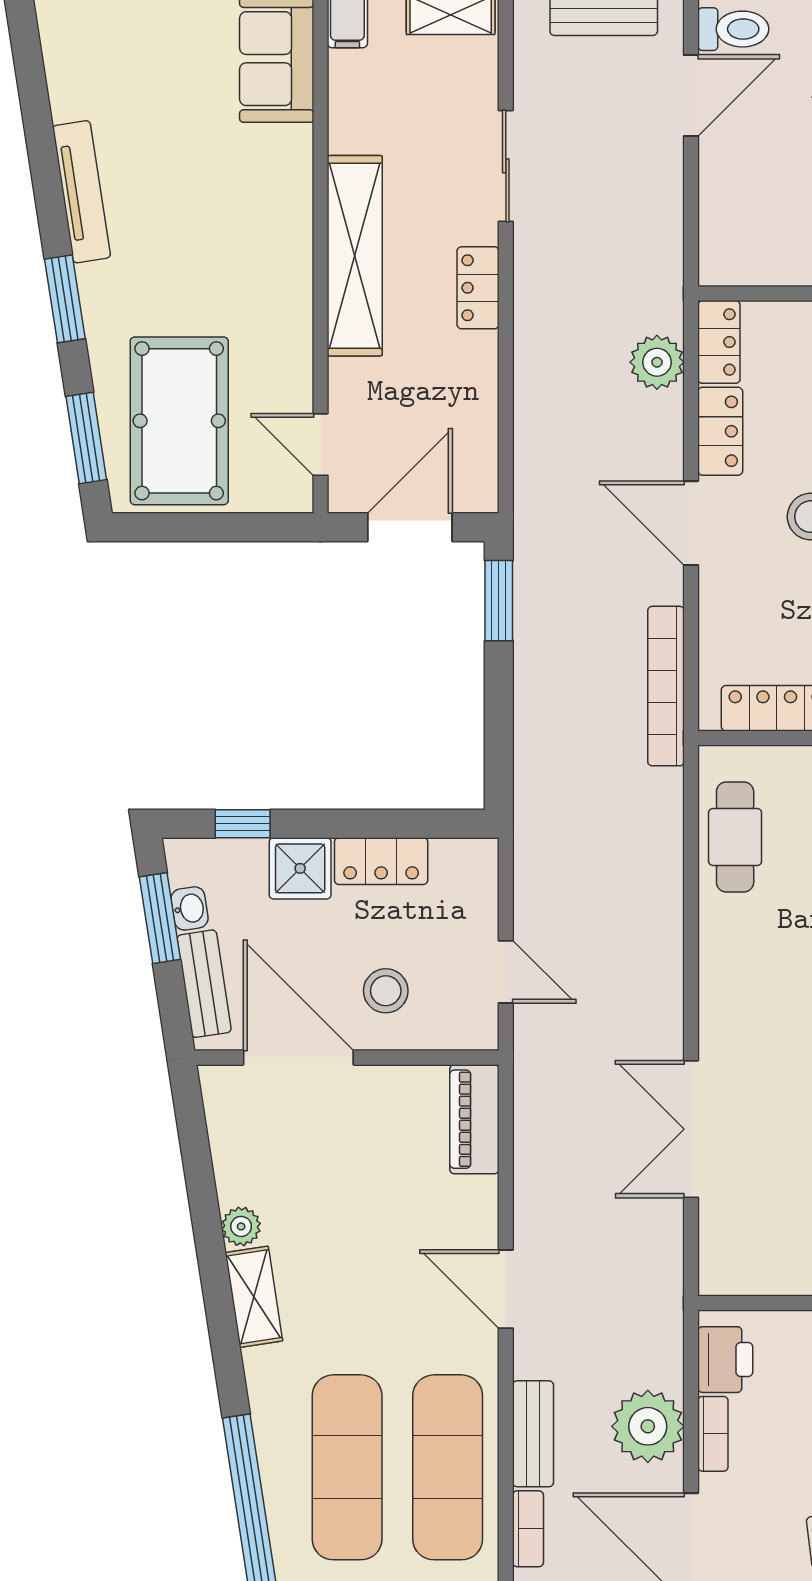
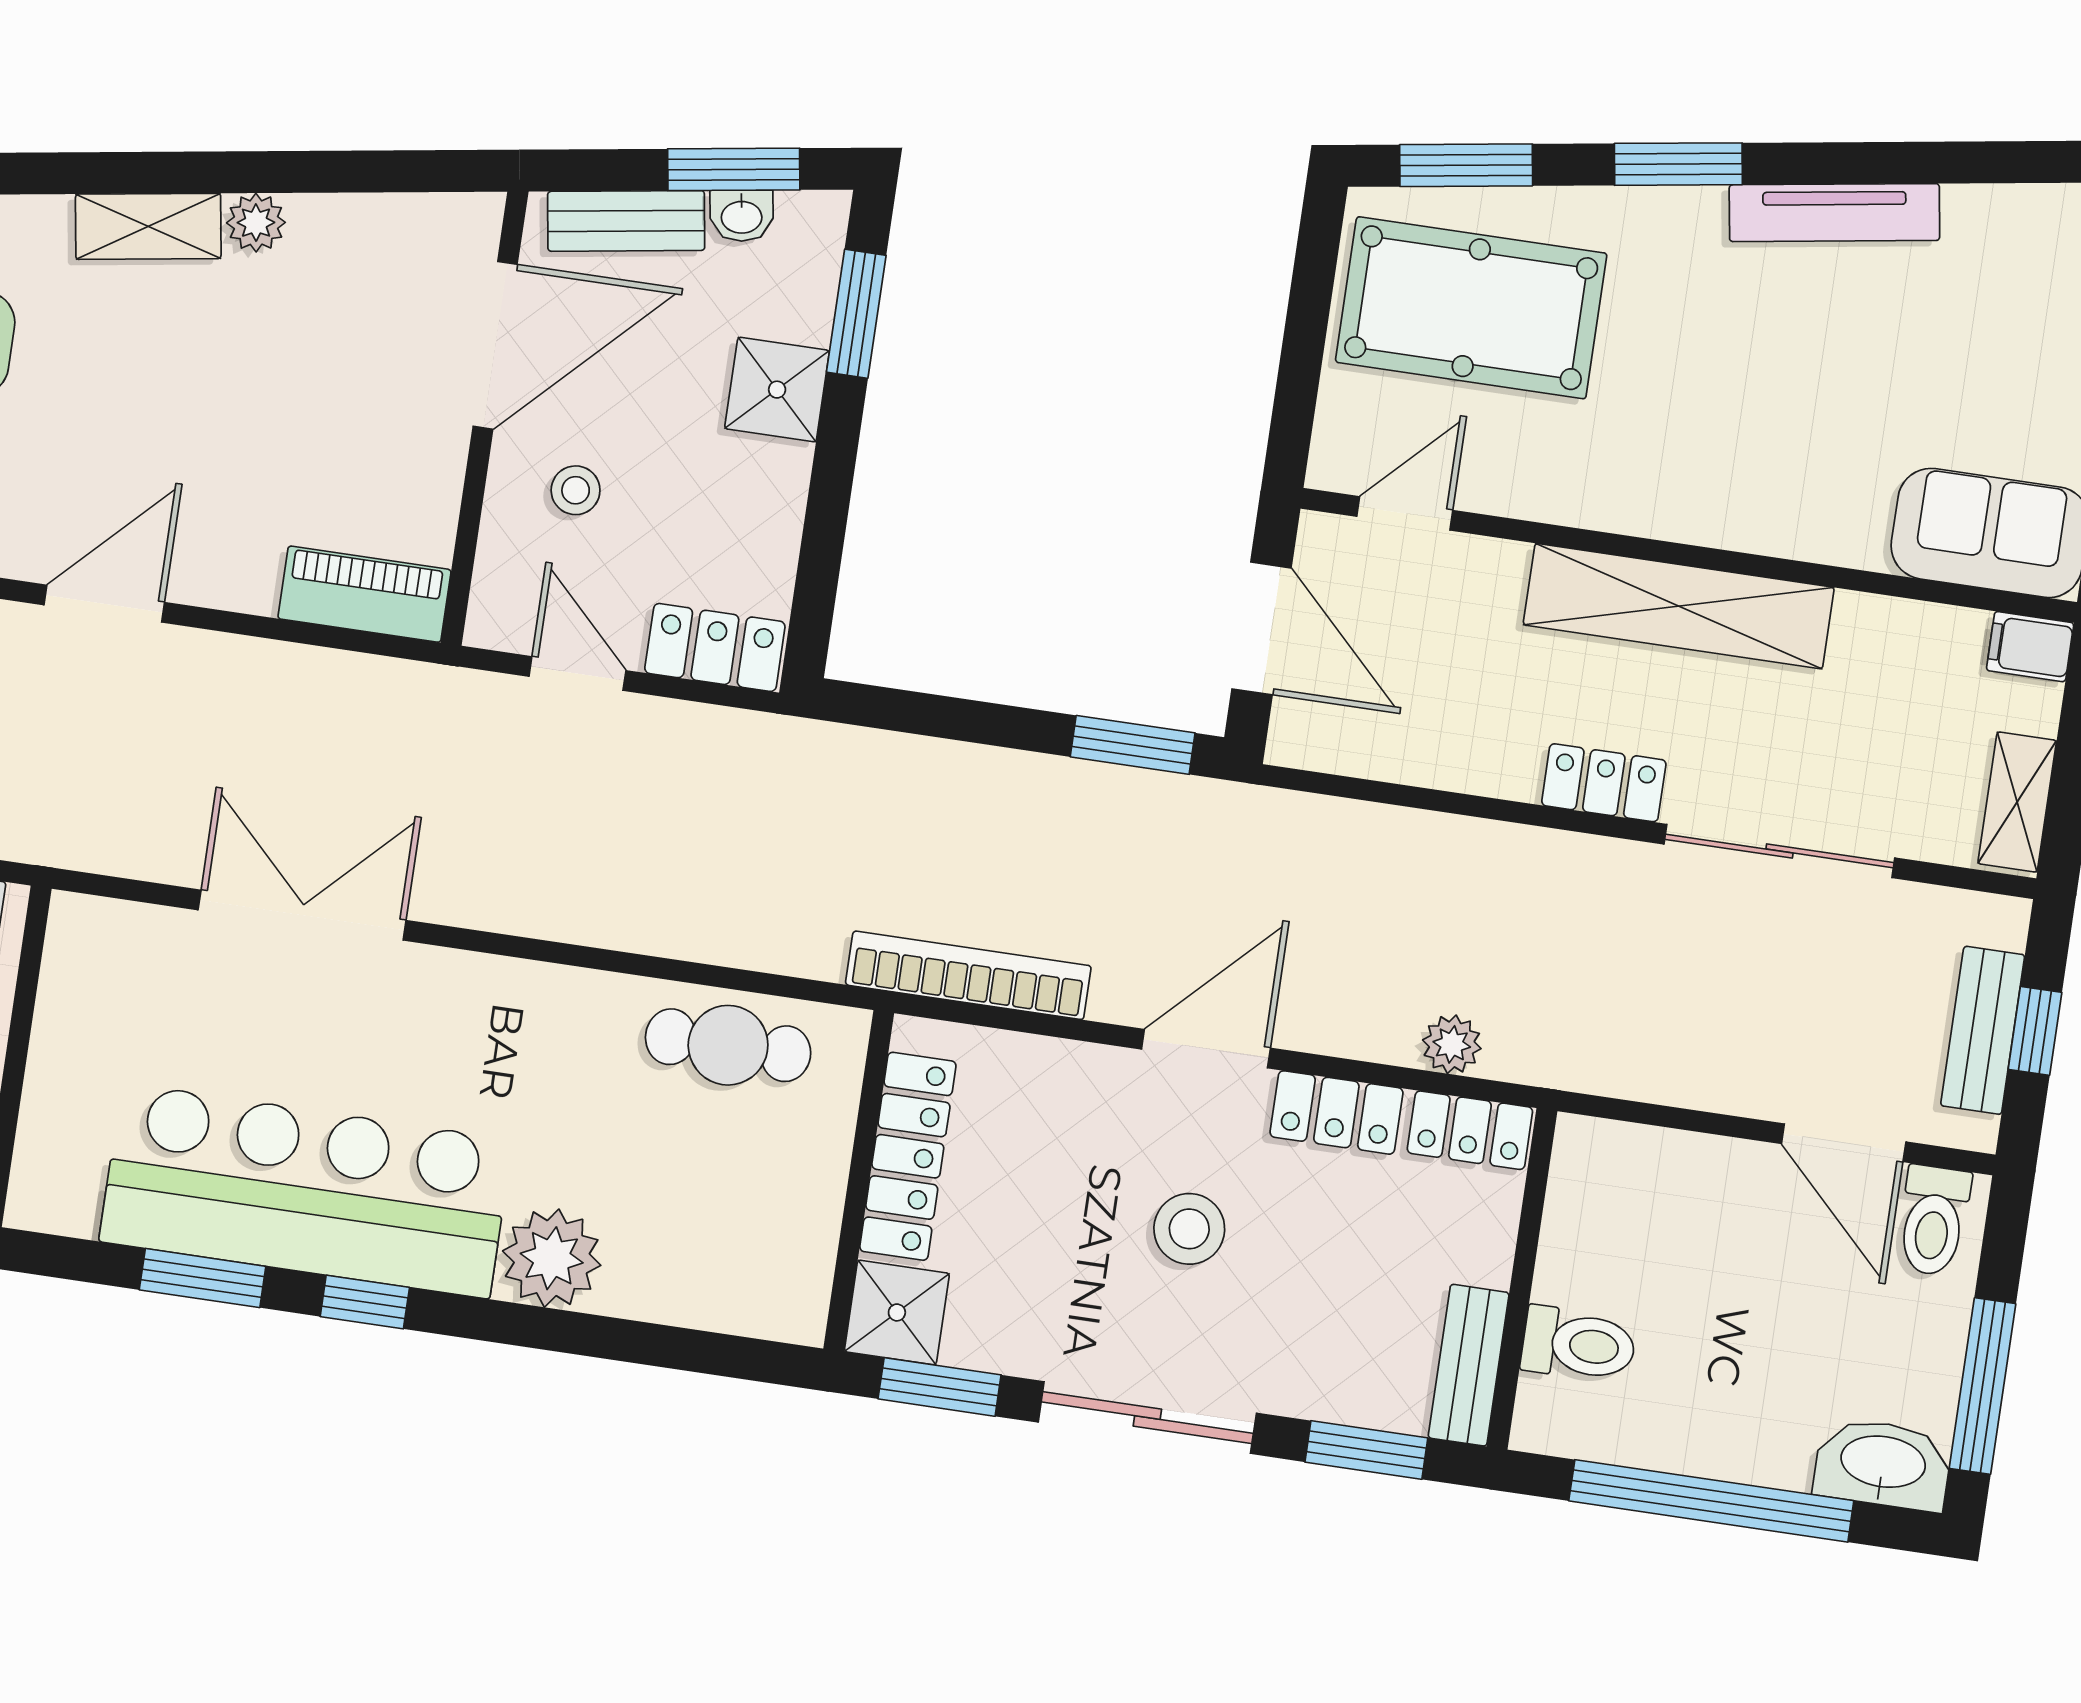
sliding door: (506, 166) -> (1779, 851), width x1.37
plant: (657, 362) -> (1452, 1044), width x0.73, depth x0.73
window: (243, 824) -> (856, 314), width x1.50
locker: (381, 861) -> (715, 647), moved, turned 90
door: (506, 972) -> (577, 674), swing flipped
stool: (386, 991) -> (576, 490), width x0.73, depth x0.73

